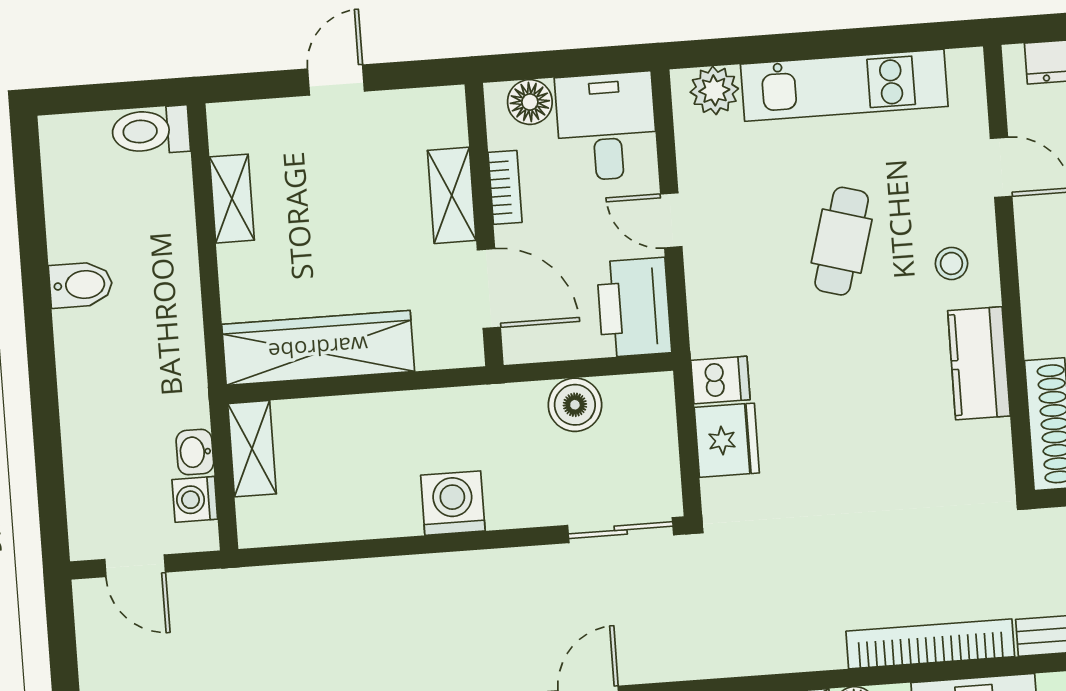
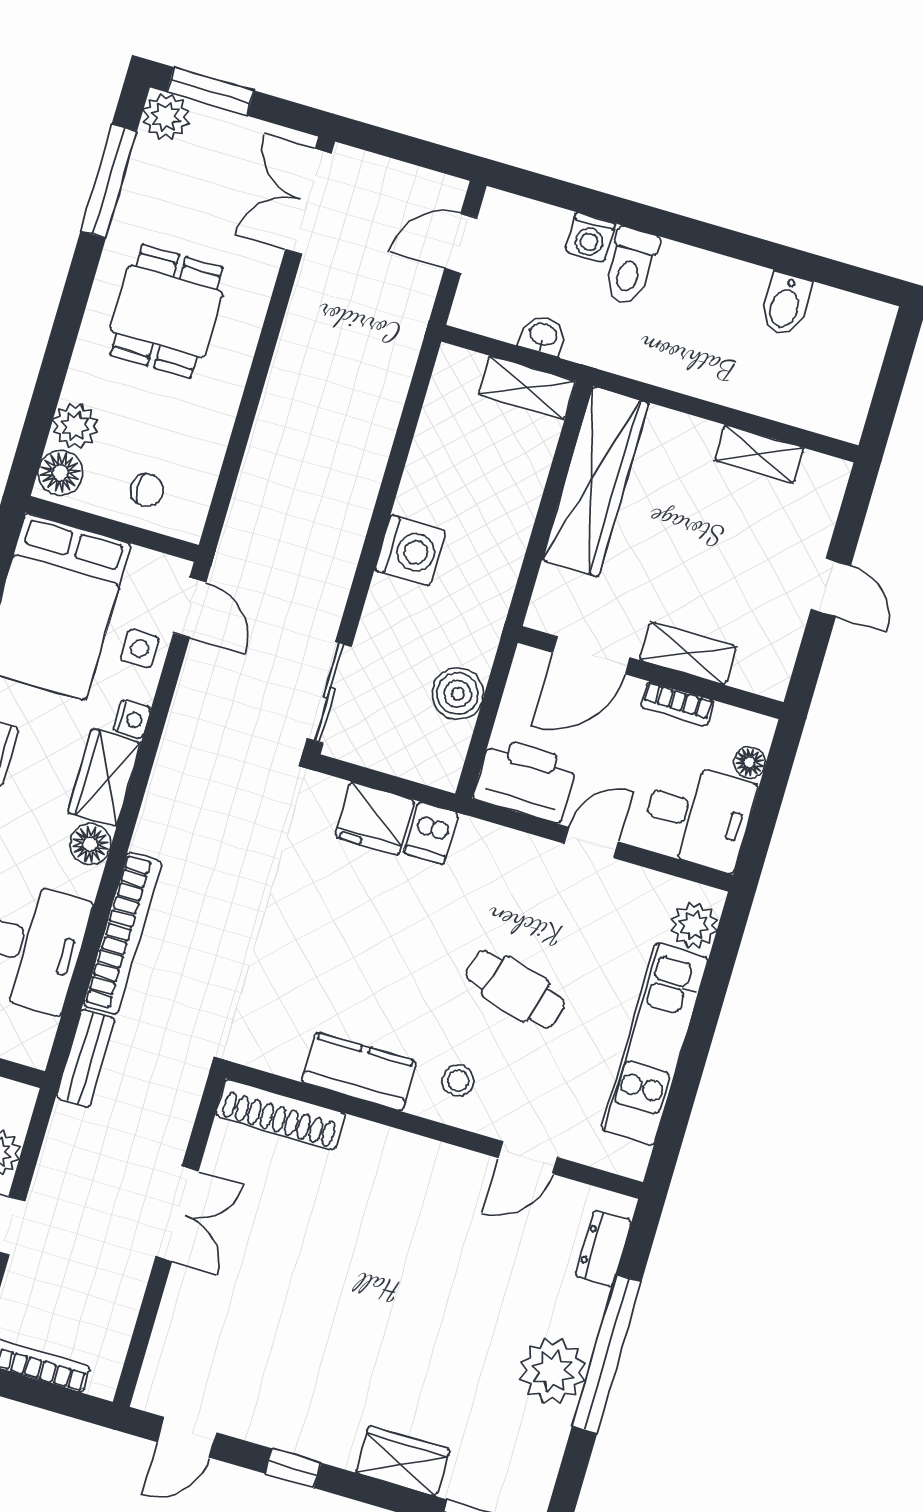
floor lamp: (530, 102) -> (750, 762), width x0.73, depth x0.73
toilet: (151, 131) -> (630, 266), moved, turned 180
bidet: (81, 285) -> (785, 304), moved
washing machine: (195, 499) -> (590, 238), moved, turned 180

